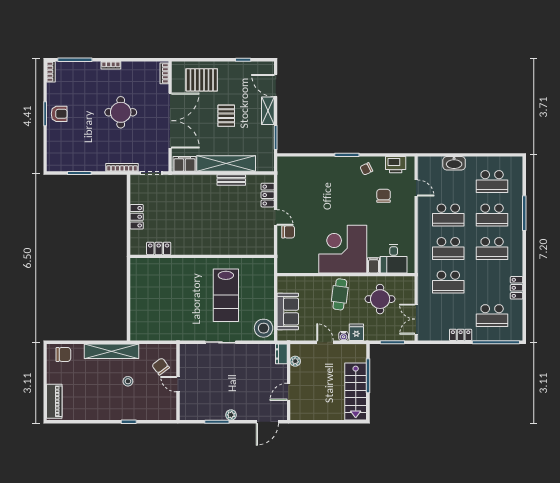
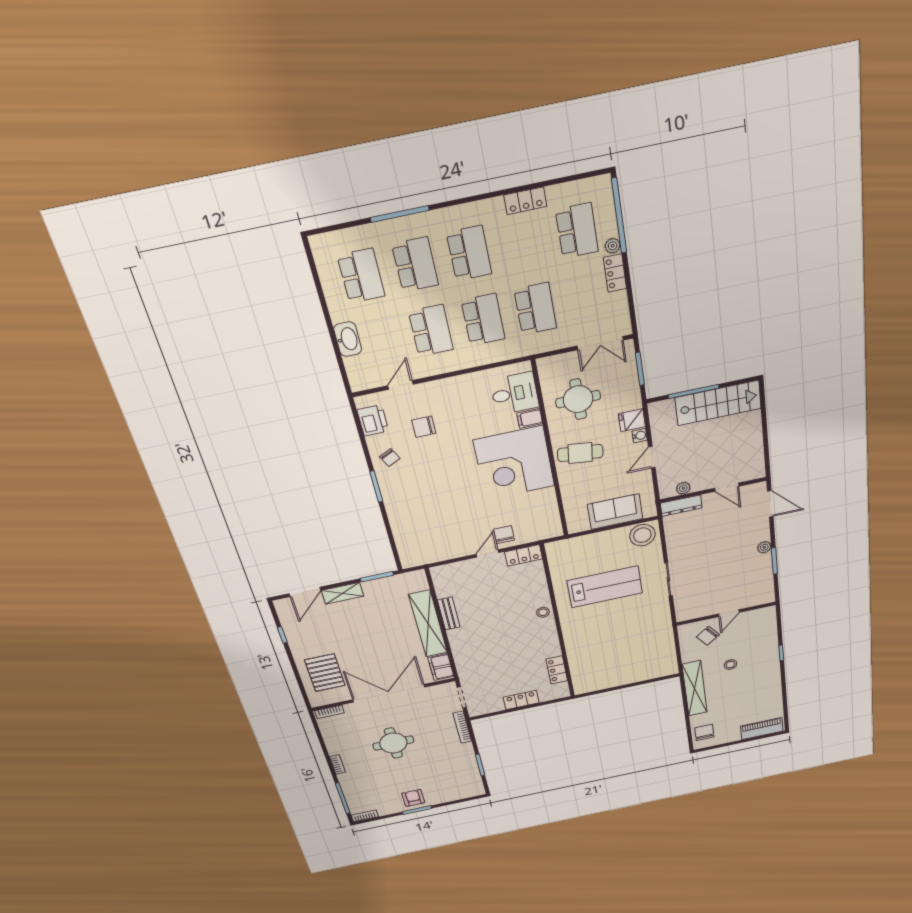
pallet: (226, 116) -> (364, 637), removed
locker: (268, 195) -> (524, 555), moved
stool: (215, 247) -> (543, 612), added
plant: (478, 336) -> (613, 246), added
dresser: (281, 354) -> (681, 506), width x1.44

